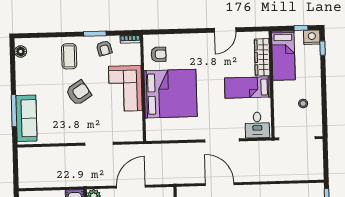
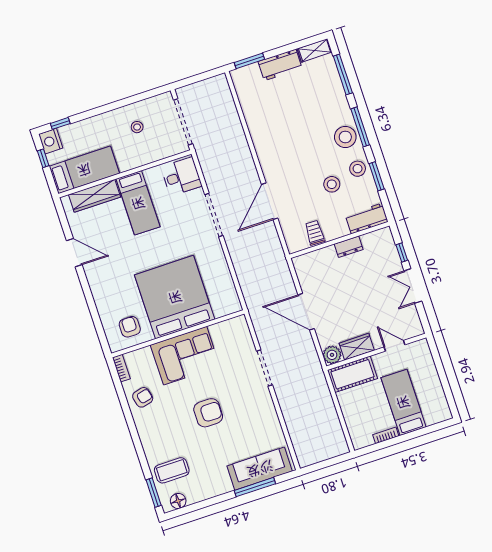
window: (95, 34) -> (154, 493), moved
coffee table: (69, 56) -> (172, 470), moved
armchair: (79, 93) -> (208, 413), turned 123

